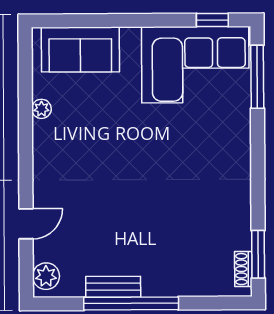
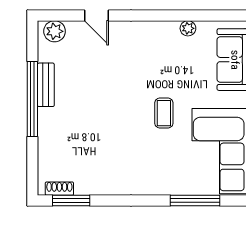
window: (257, 77) -> (195, 201), moved
coffee table: (148, 139) -> (164, 113), added

